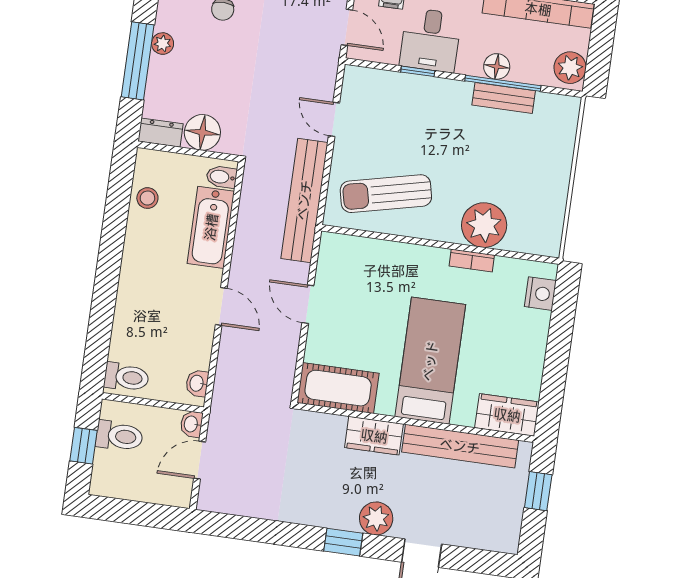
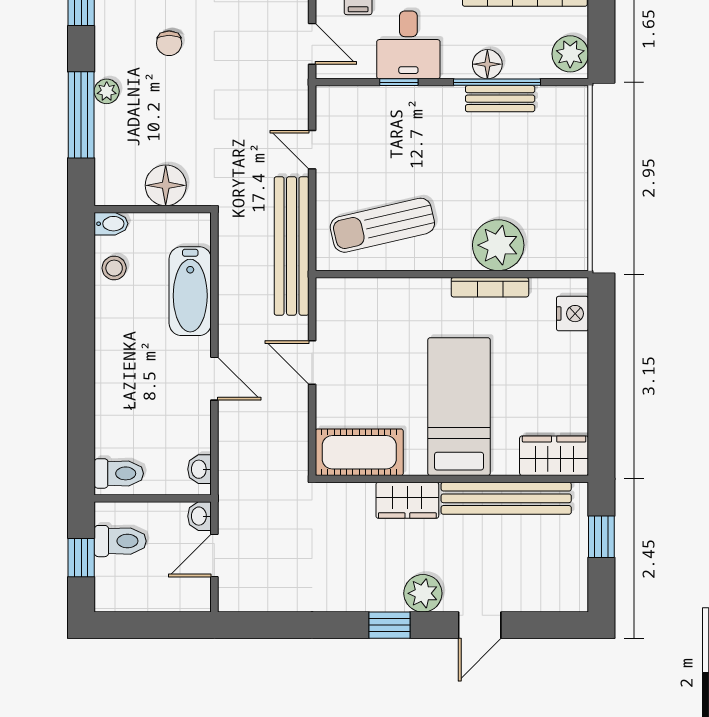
dresser: (160, 133) -> (118, 192), removed
bidet: (222, 177) -> (111, 224), moved, turned 180
bookcase: (472, 261) -> (490, 287), width x1.56

